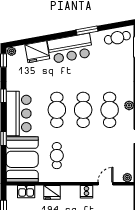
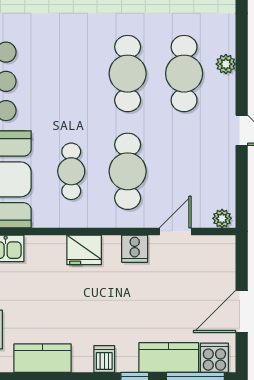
cafe table: (57, 110) -> (128, 171), moved
fridge: (52, 192) -> (84, 250), moved

